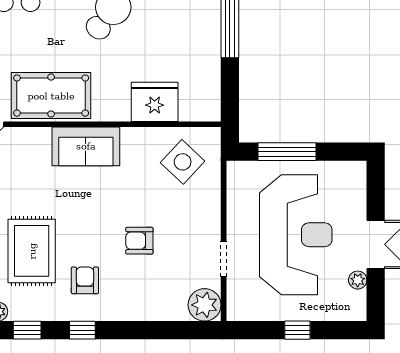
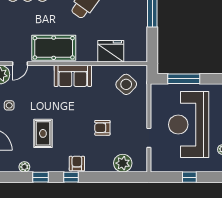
reception desk: (296, 235) -> (189, 125), turned 180
rug: (32, 251) -> (43, 133), width x0.73, depth x0.70
armchair: (85, 280) -> (77, 164), moved
plant: (205, 305) -> (123, 163), moved

